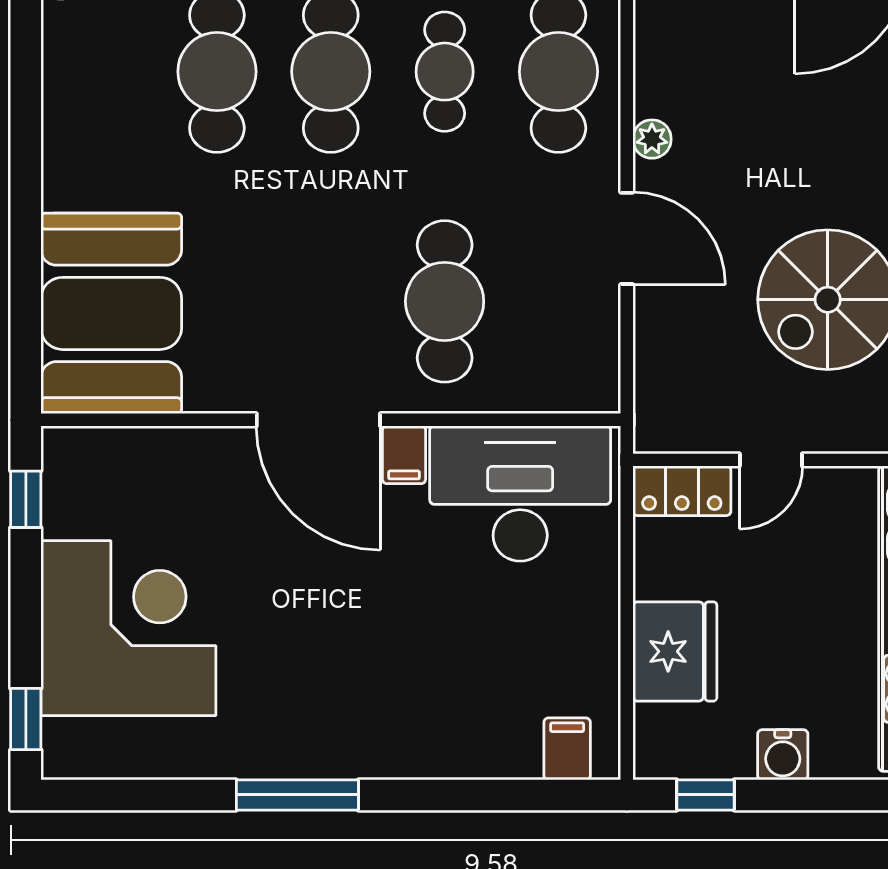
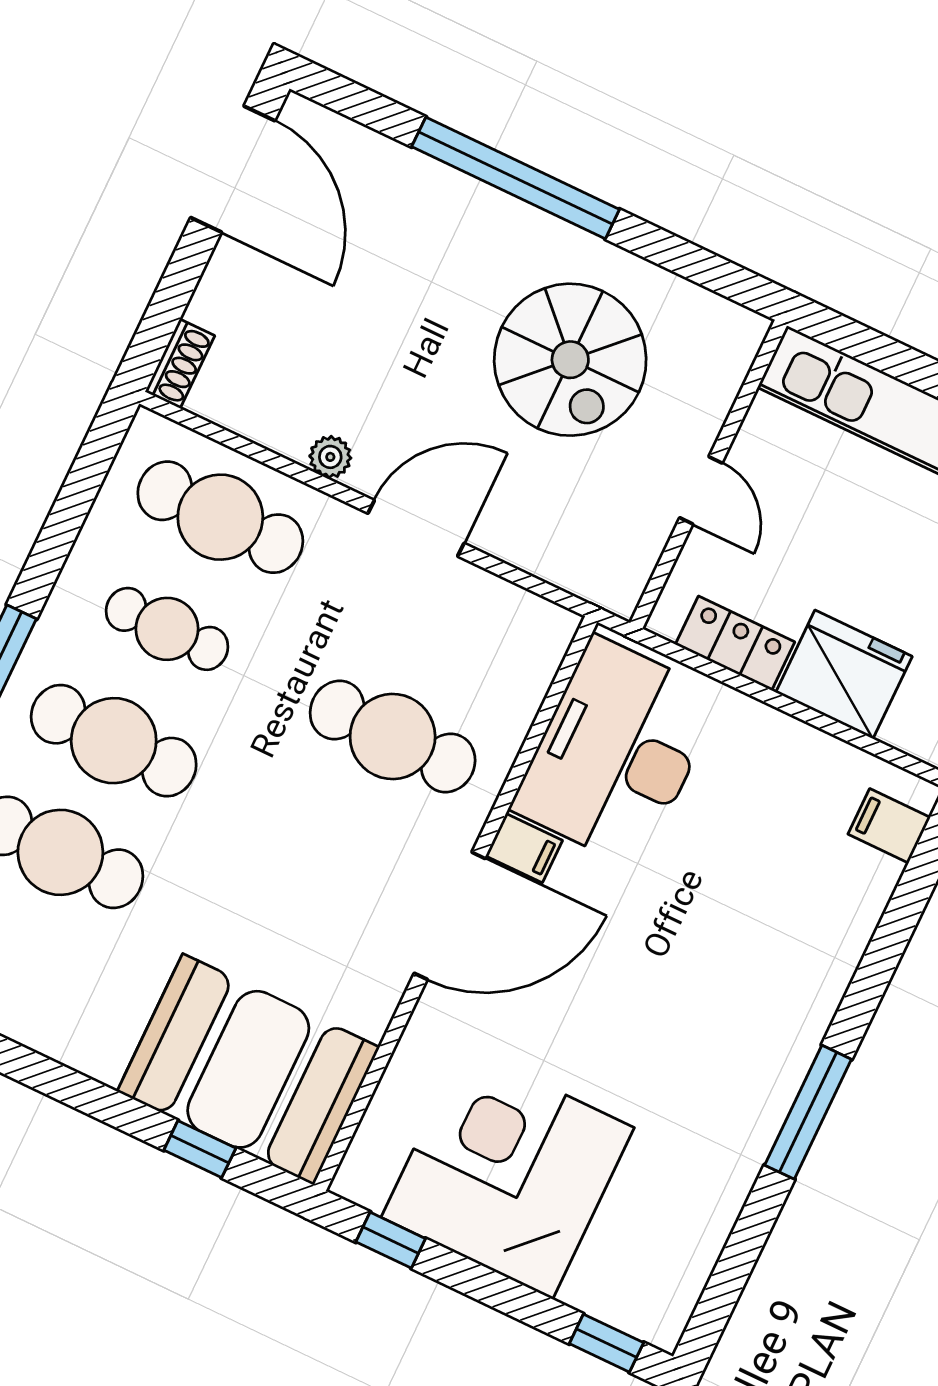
window: (26, 305) -> (200, 1149), added
locker: (682, 491) -> (735, 643), moved, turned -90
corner desk: (128, 628) -> (508, 1172), moved

